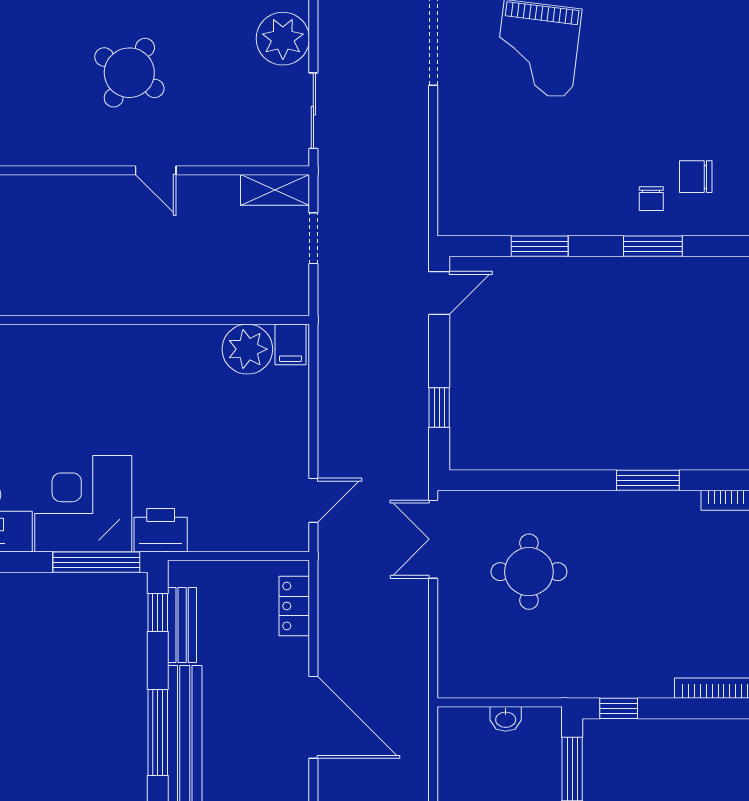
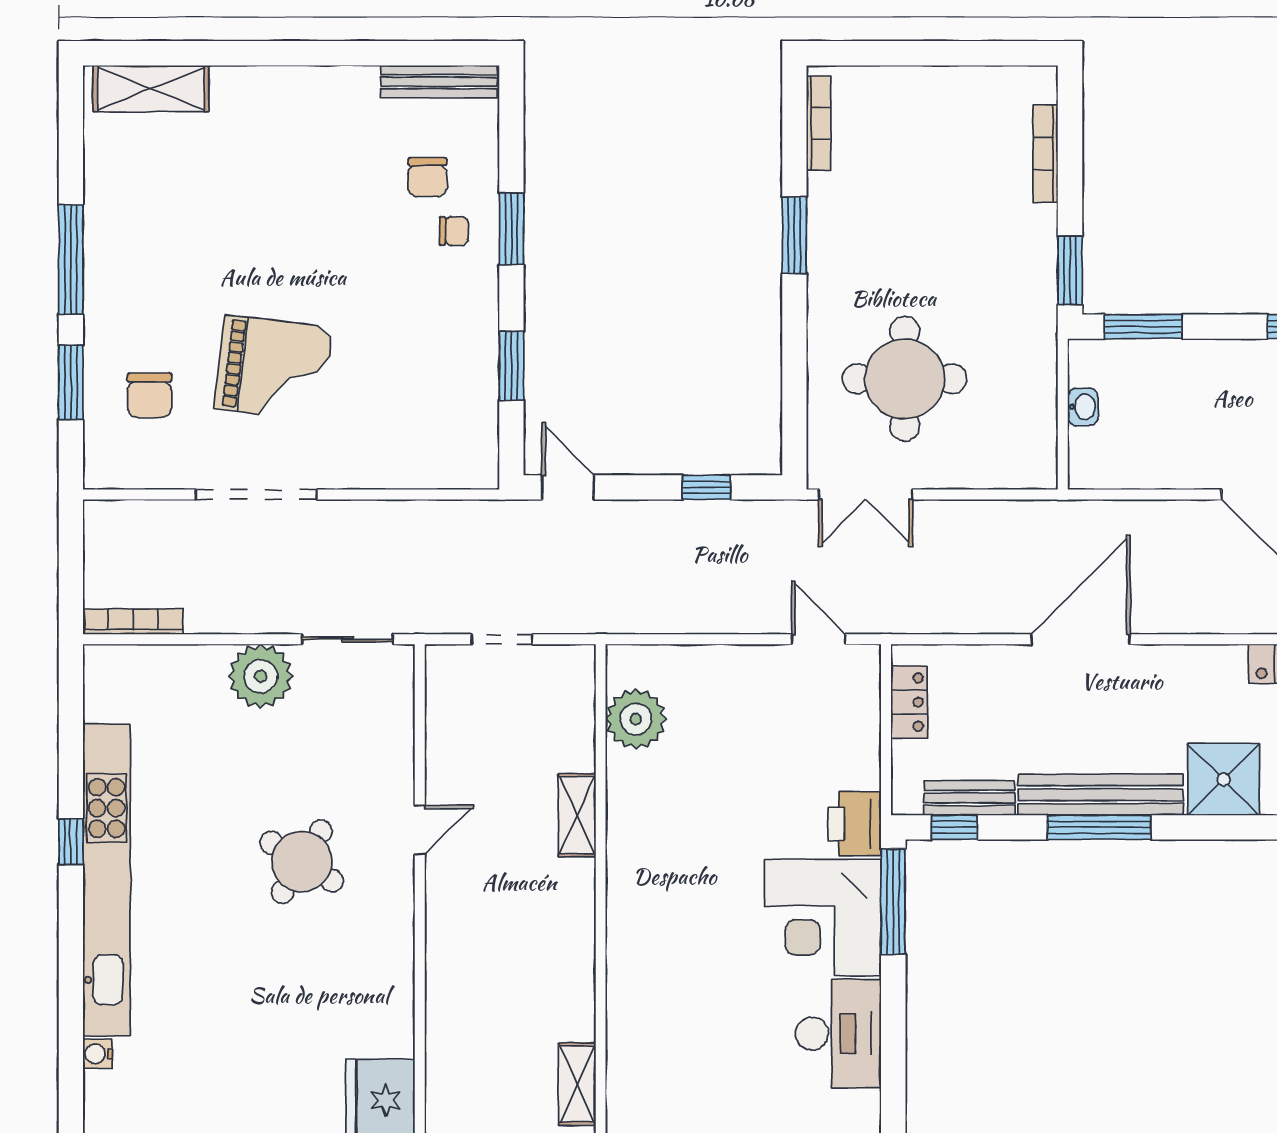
shelving: (275, 190) -> (577, 815), moved
filing cabinet: (291, 344) -> (630, 667), removed
round table: (529, 572) -> (905, 379), width x1.36, depth x1.36
locker: (294, 606) -> (909, 702), moved, turned -90
window: (619, 708) -> (1070, 270), width x1.50

